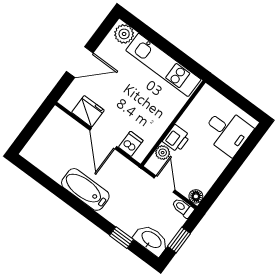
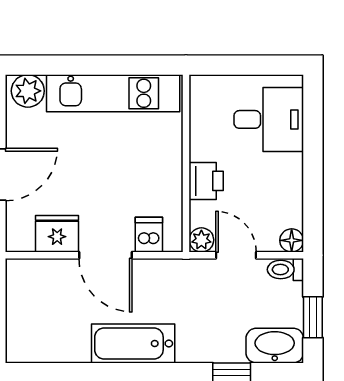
plant: (163, 153) -> (201, 240), moved

